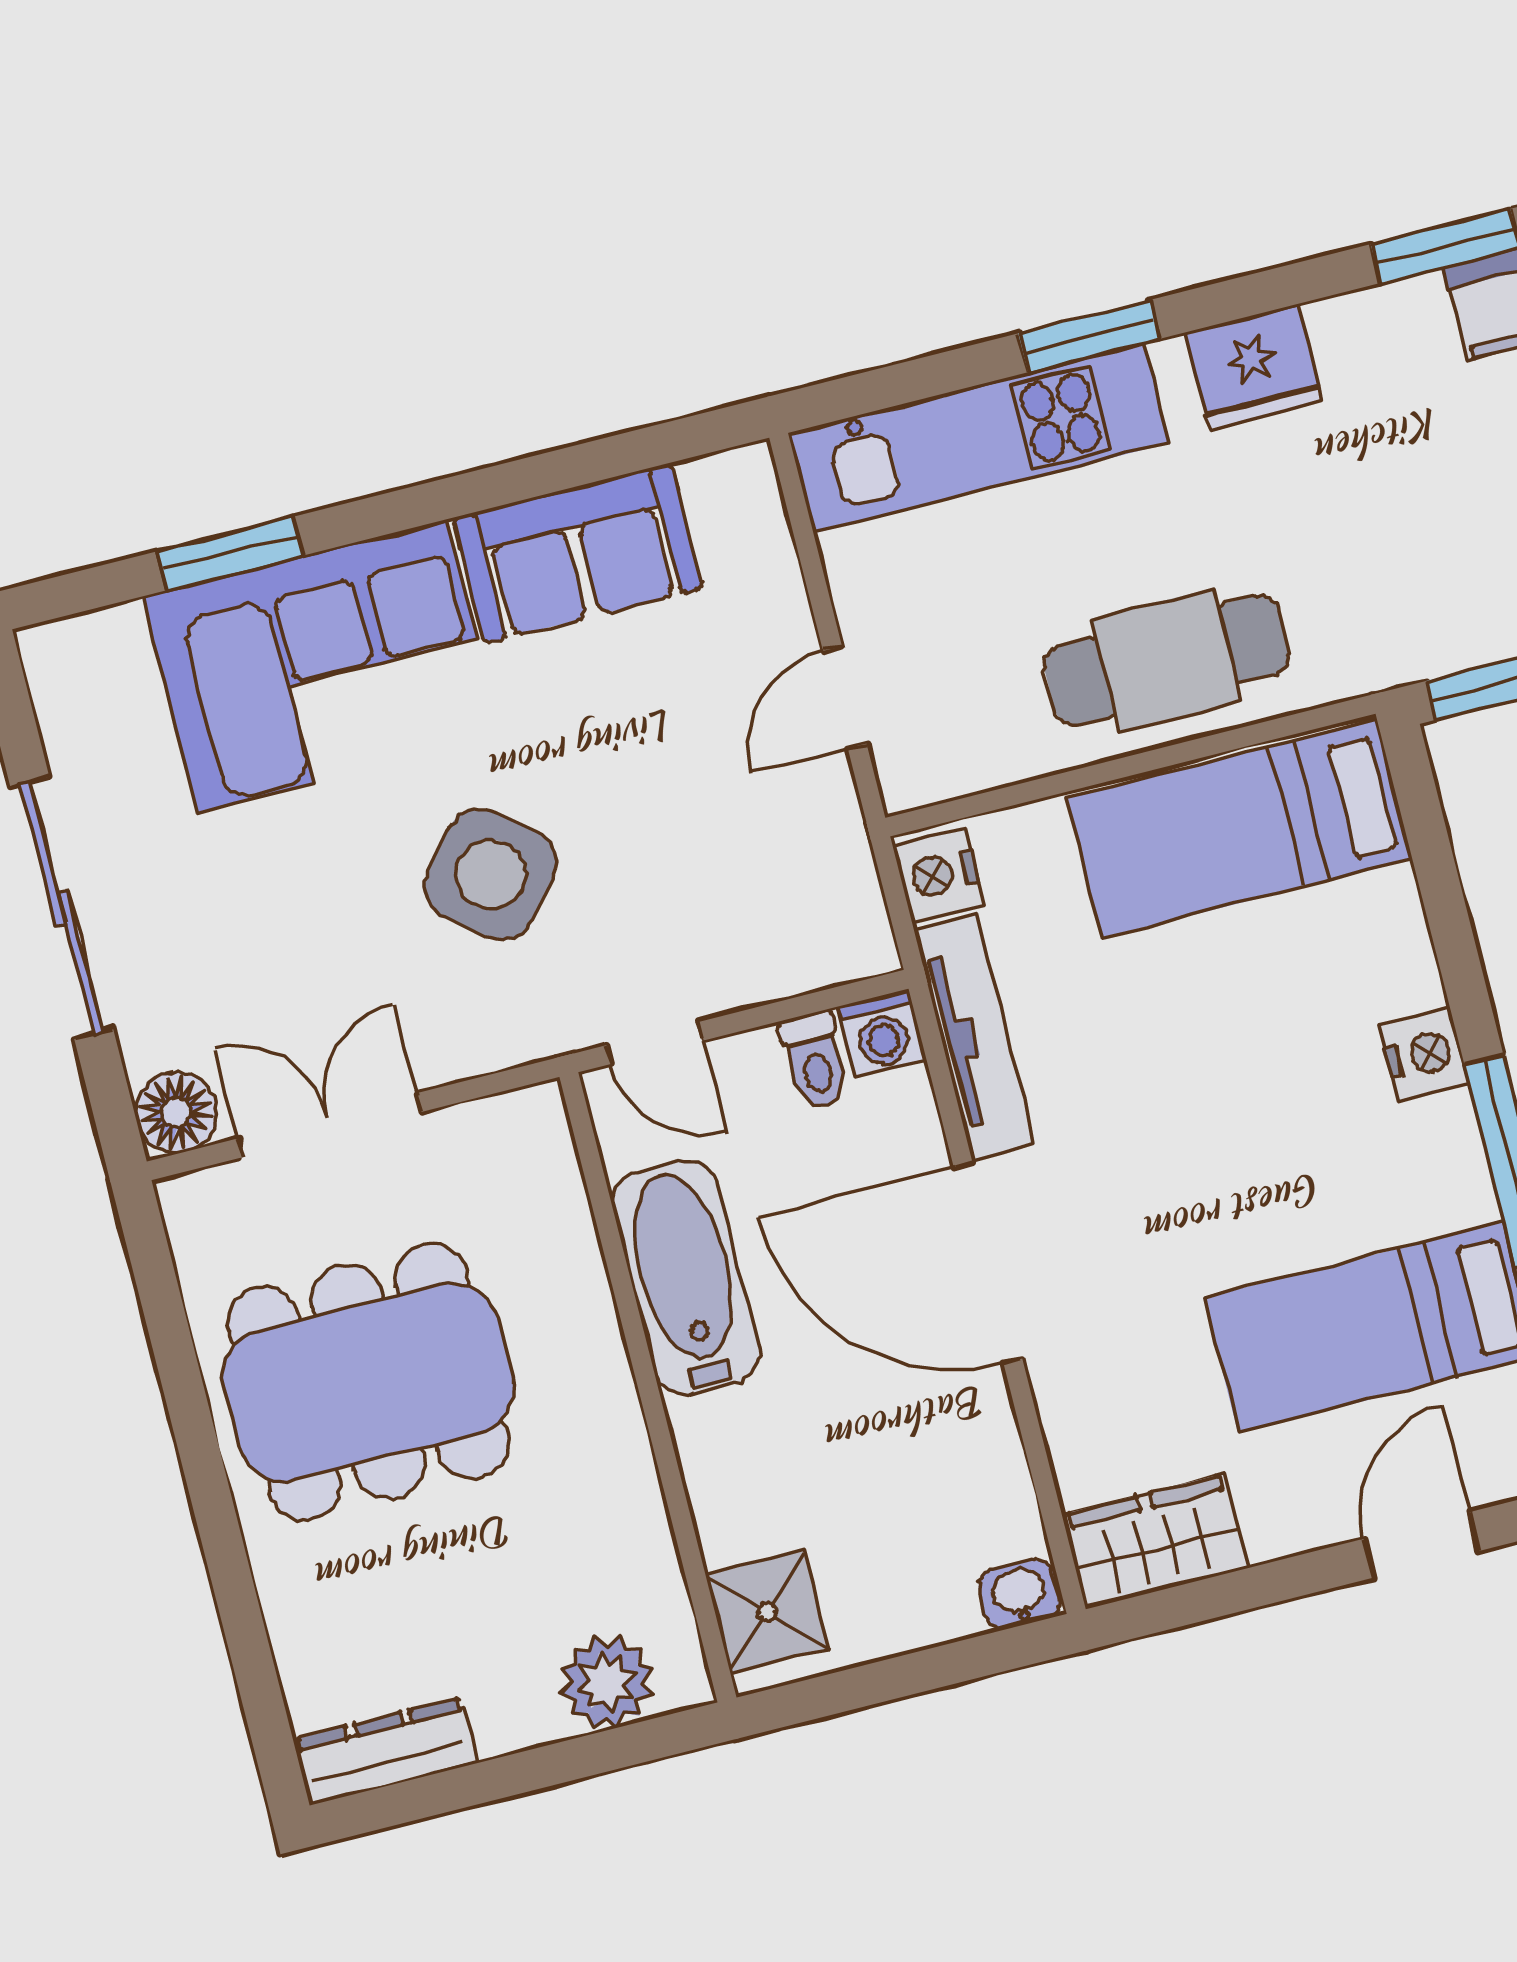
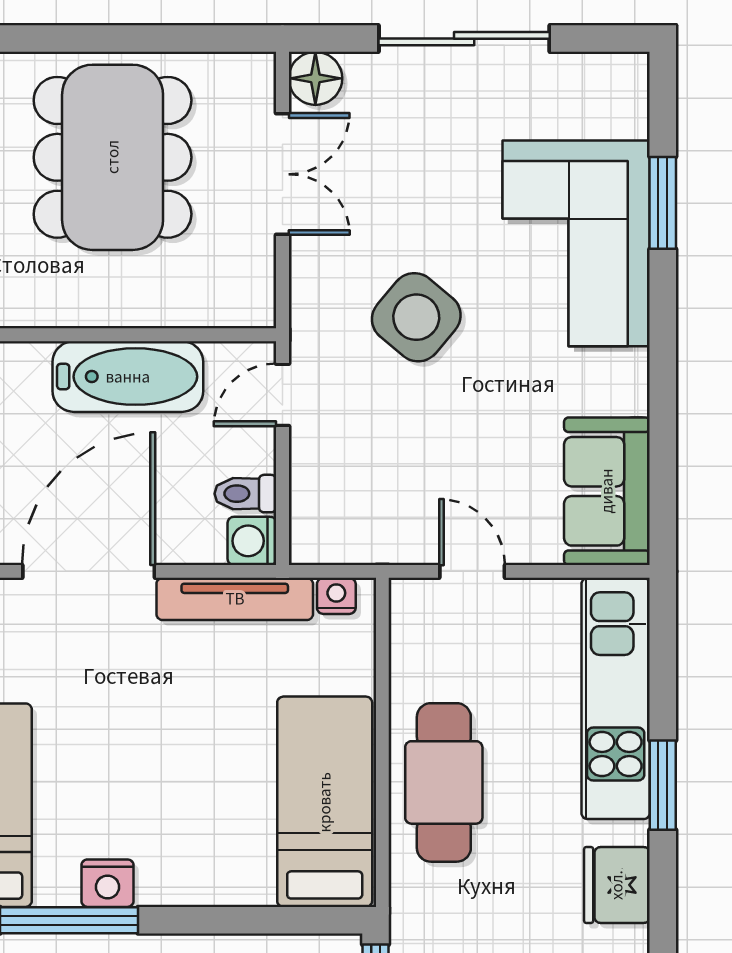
sofa: (578, 553) -> (607, 491), moved
nightstand: (938, 875) -> (336, 596), width x0.72, depth x0.74
nightstand: (1424, 1054) -> (107, 883), moved

